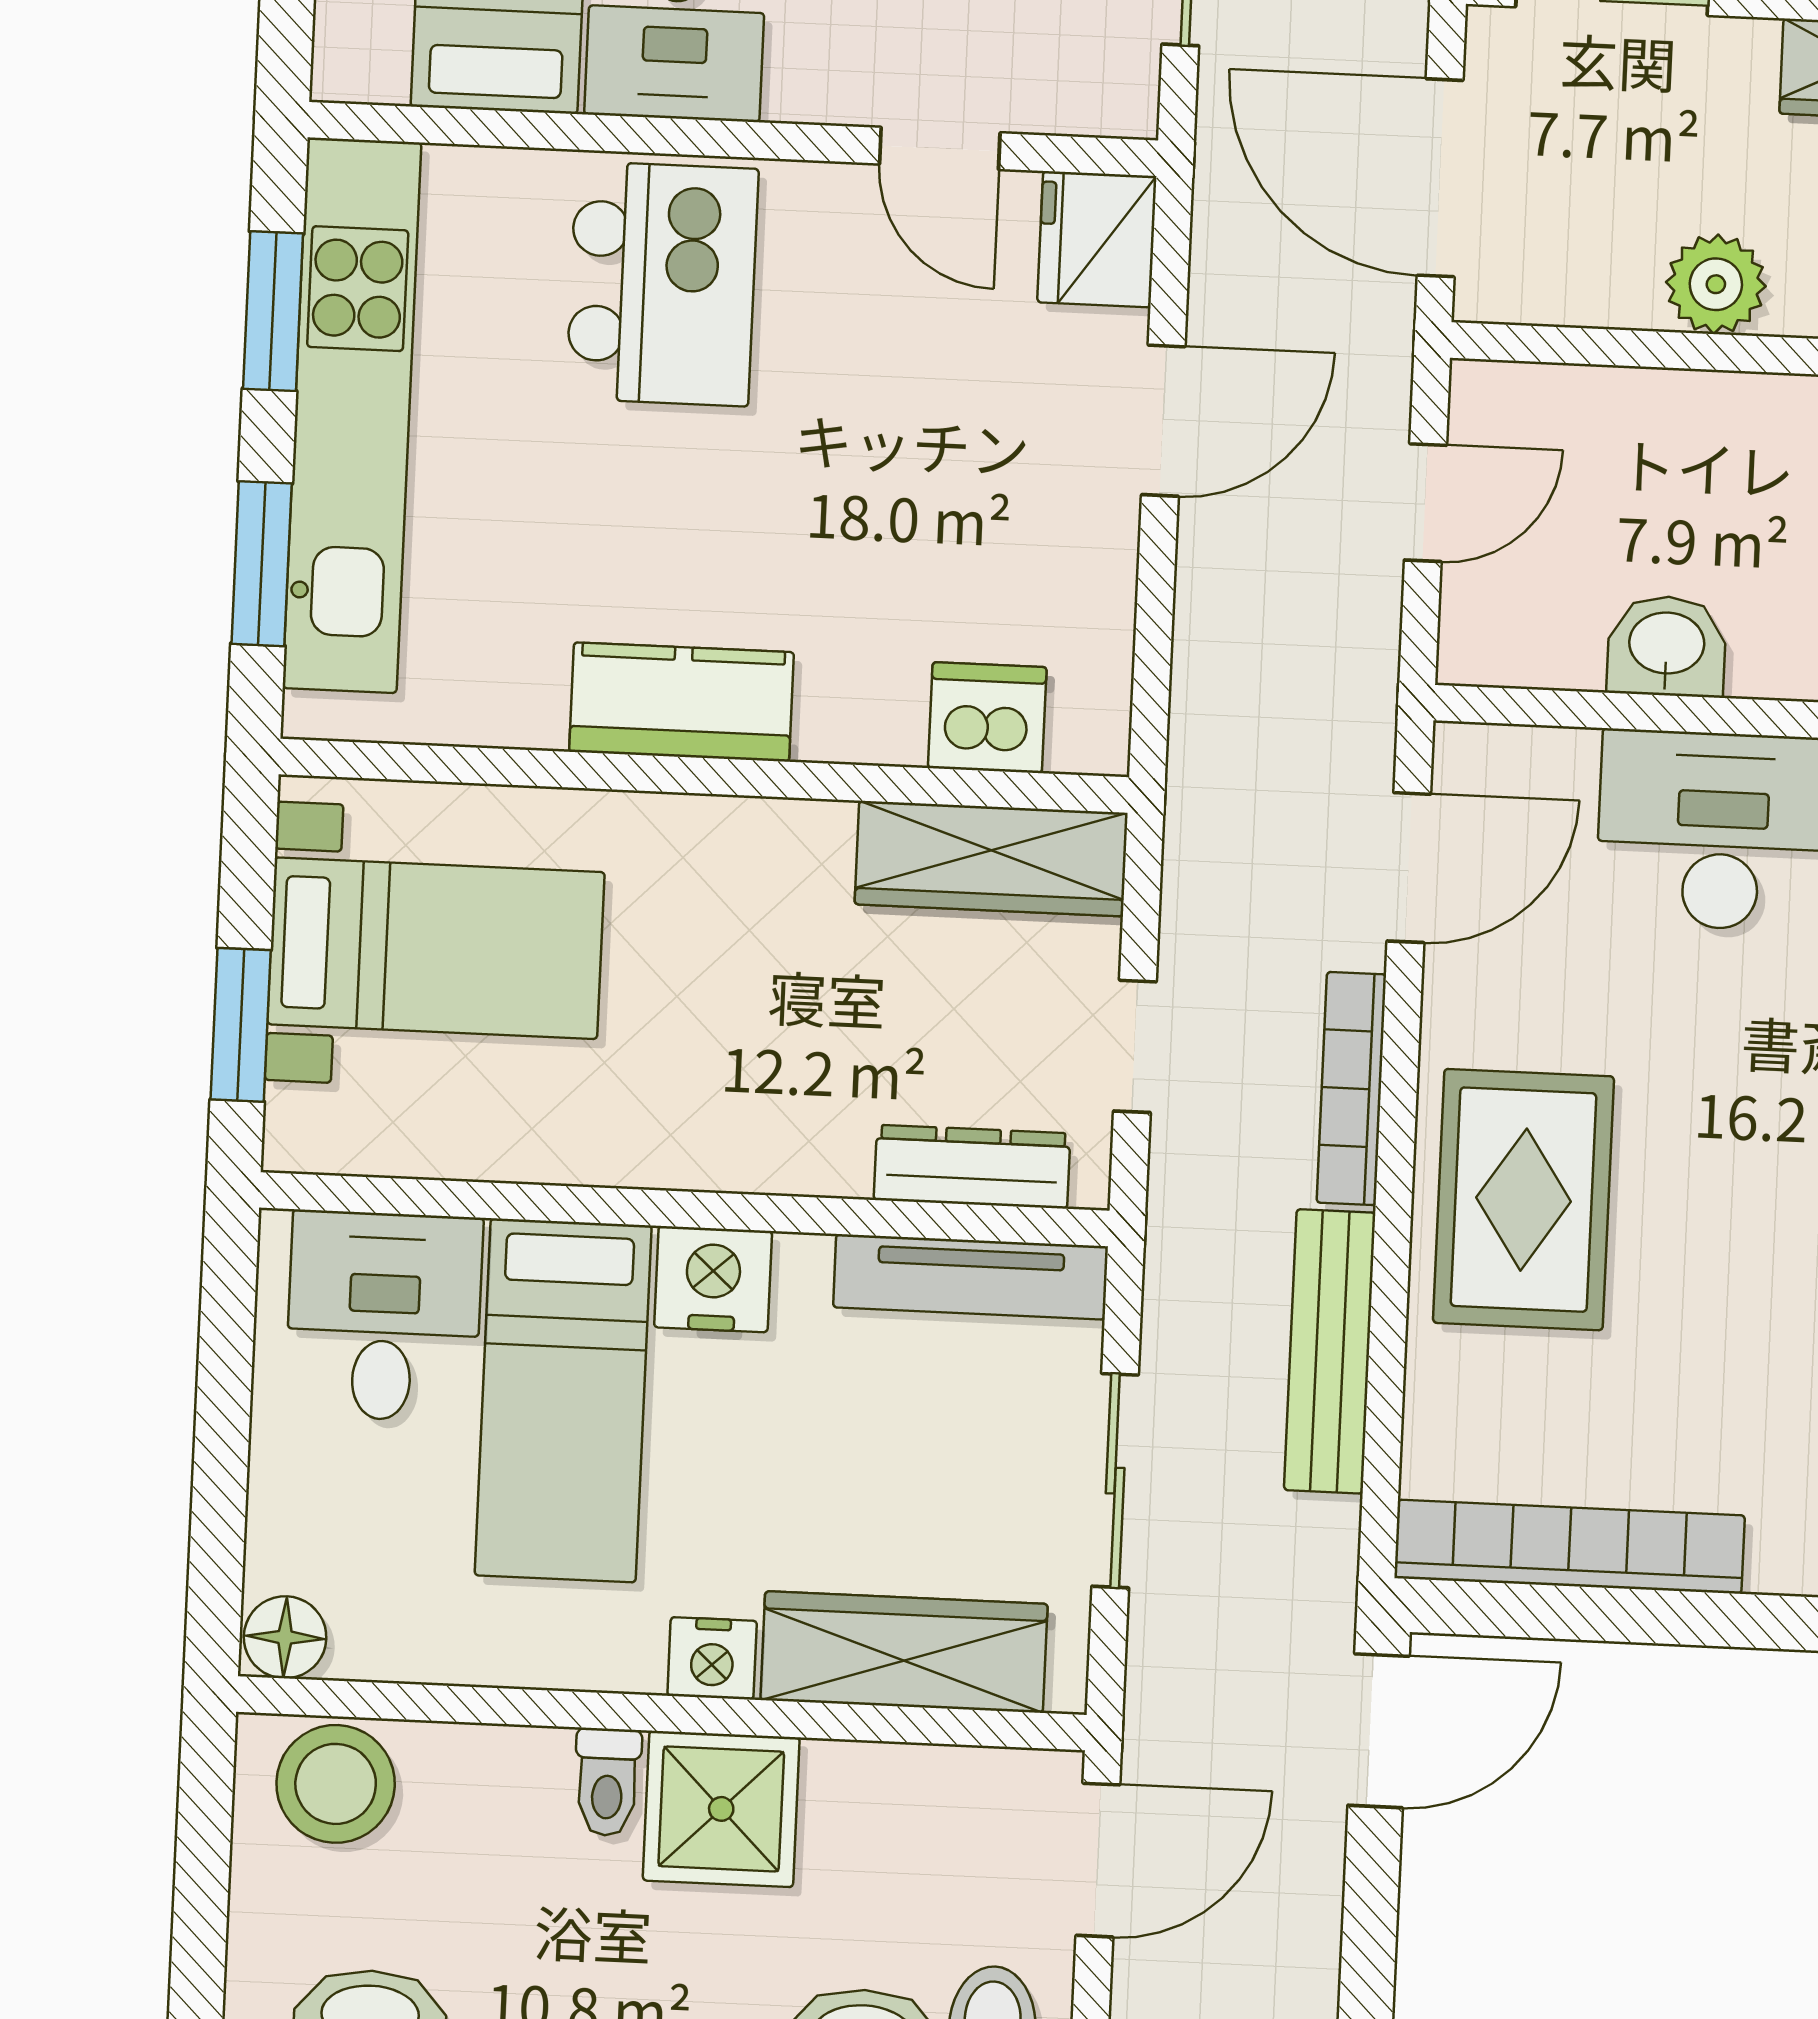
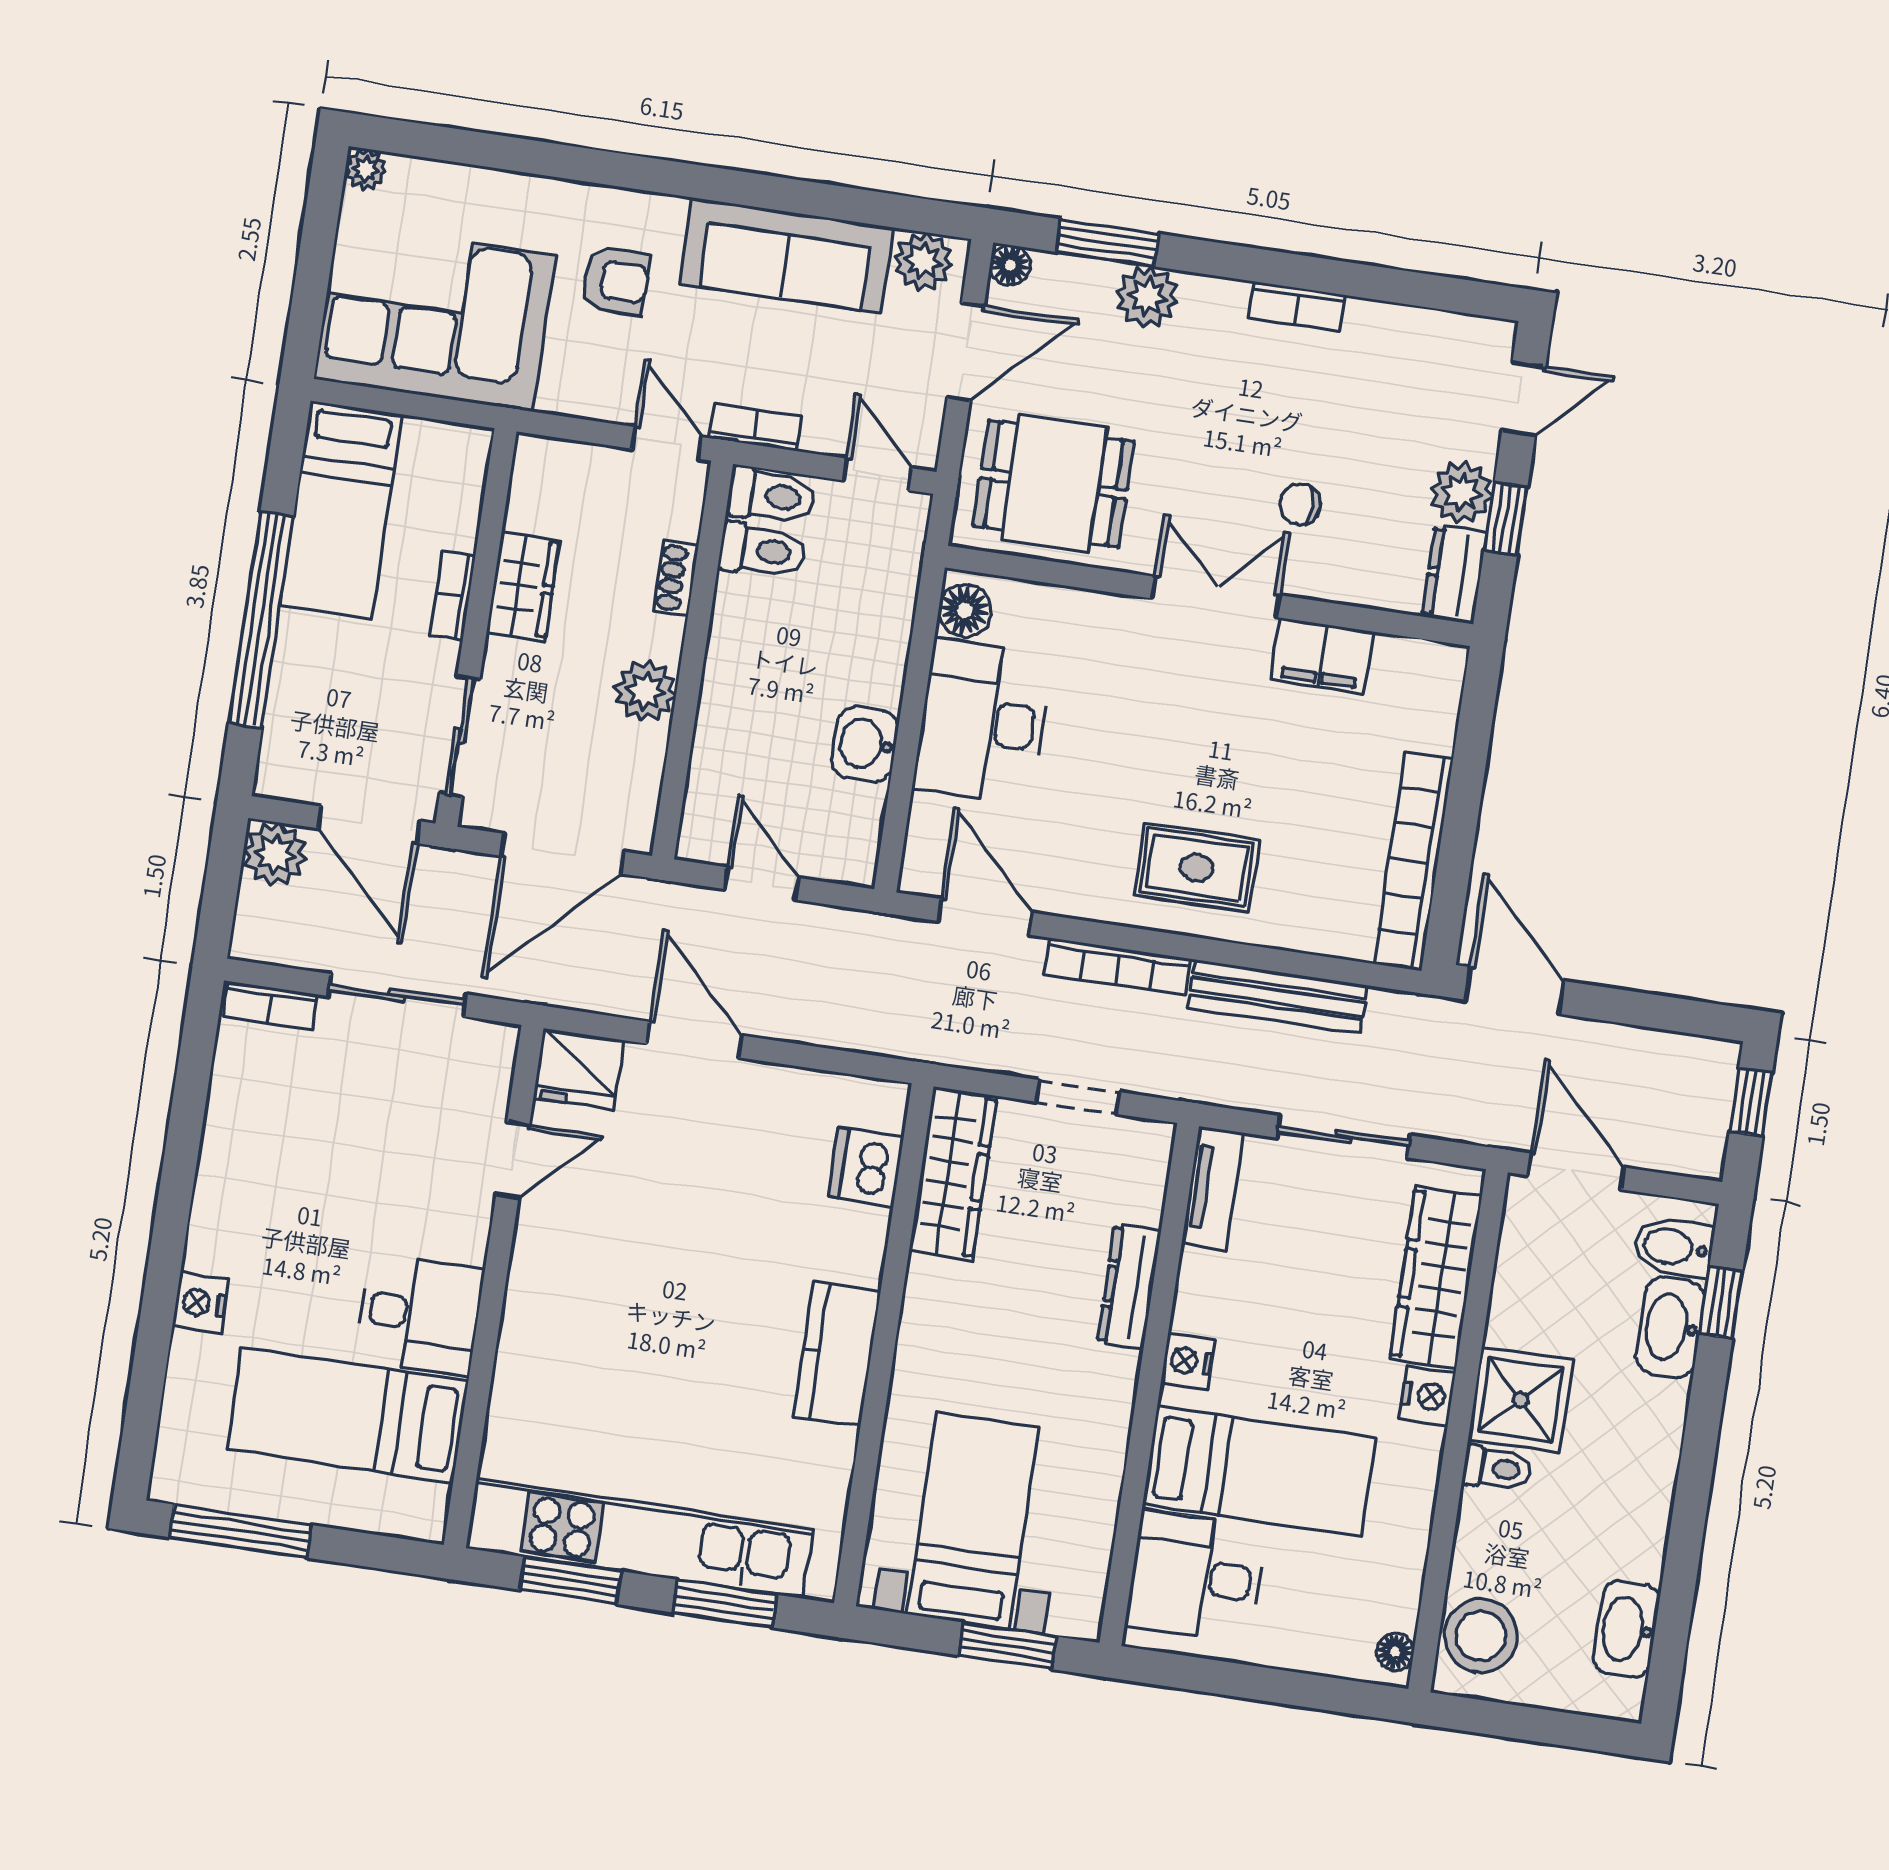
kitchen island: (662, 284) -> (578, 1339), removed
dresser: (972, 1167) -> (1129, 1286), moved
rug: (1524, 1200) -> (1197, 867), width x0.73, depth x0.70
tv unit: (971, 1277) -> (1213, 1189), width x0.71
nightstand: (713, 1279) -> (1188, 1361), width x0.74, depth x0.75
floor lamp: (285, 1637) -> (1395, 1652), width x0.73, depth x0.73

